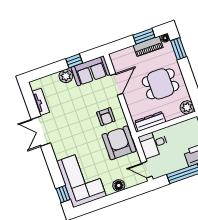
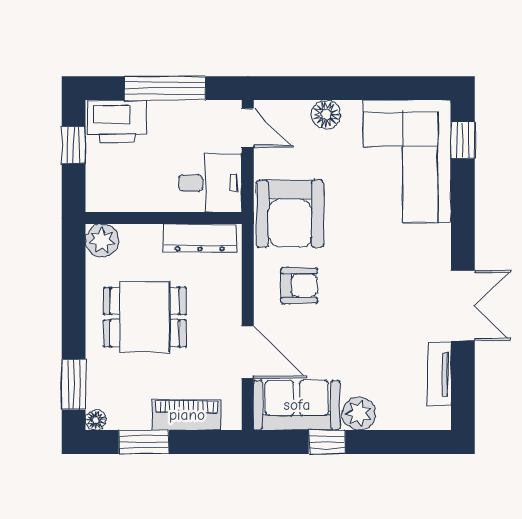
piano: (148, 46) -> (187, 415), moved
door: (117, 84) -> (248, 352), swing flipped
armchair: (106, 117) -> (299, 286), turned 90

